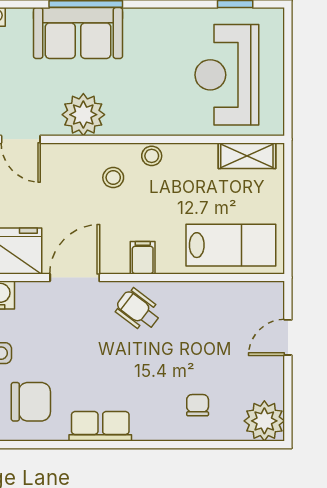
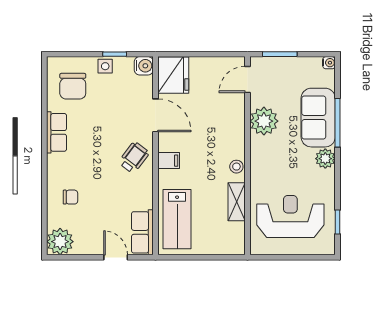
plant: (140, 22) -> (325, 159), added
shelving: (247, 156) -> (237, 202), moved
stool: (113, 178) -> (222, 141), removed
row of seats: (250, 297) -> (142, 232), added

